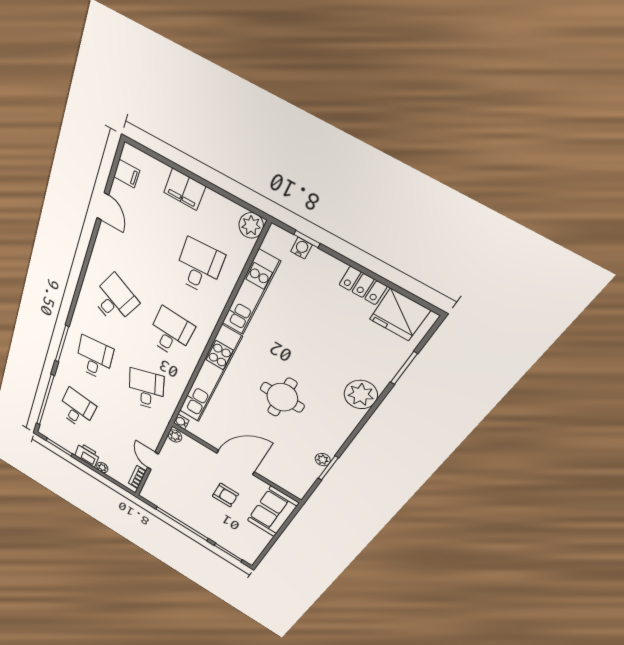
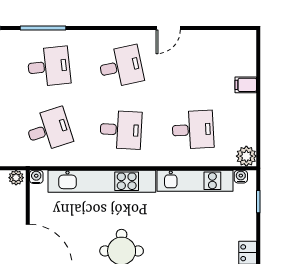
filing cabinet: (127, 174) -> (234, 40), removed
filing cabinet: (185, 189) -> (246, 85), width x0.50
door: (103, 206) -> (168, 28), moved
water cooler: (301, 248) -> (241, 177), moved, turned -90
desk: (114, 300) -> (121, 67), turned -36

